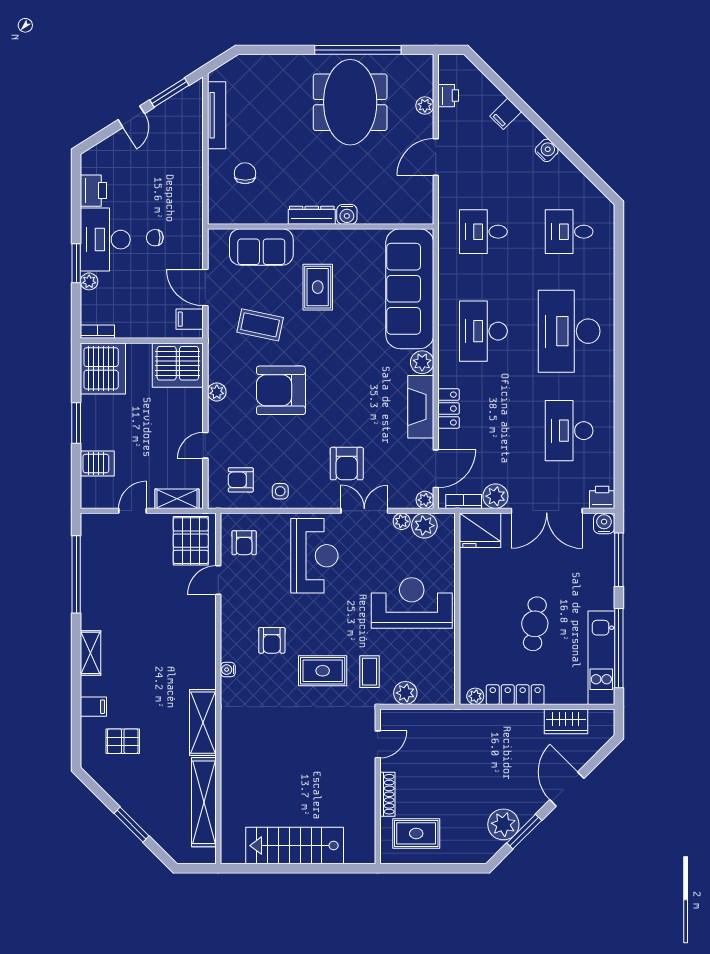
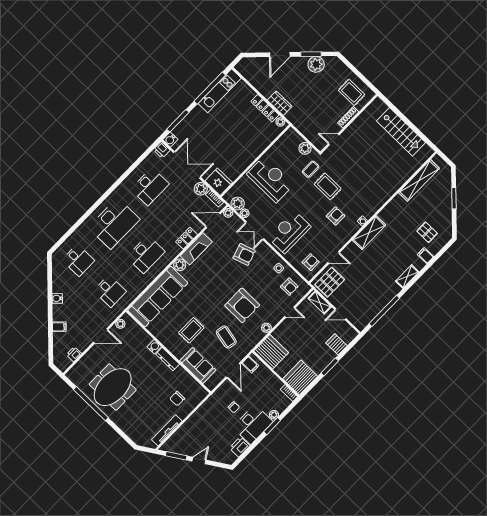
plant: (425, 105) -> (120, 324), moved
armchair: (347, 464) -> (244, 254), turned 72
reception desk: (412, 603) -> (270, 179), turned 180
cafe table: (535, 624) -> (232, 127), removed
wardrobe: (566, 721) -> (280, 103), moved
shelving: (203, 723) -> (369, 233), moved

